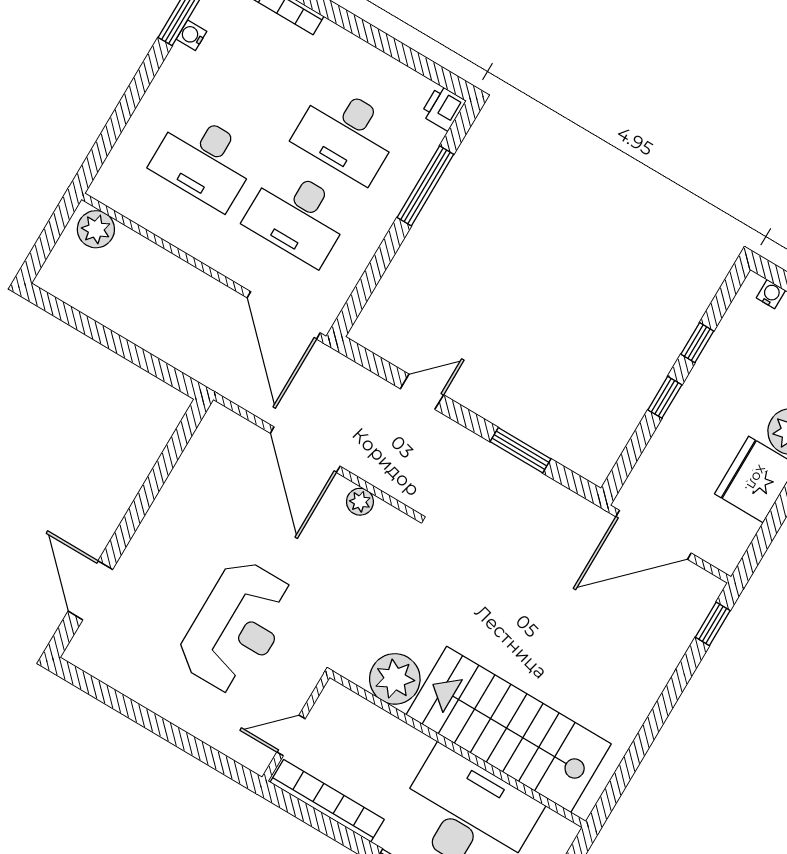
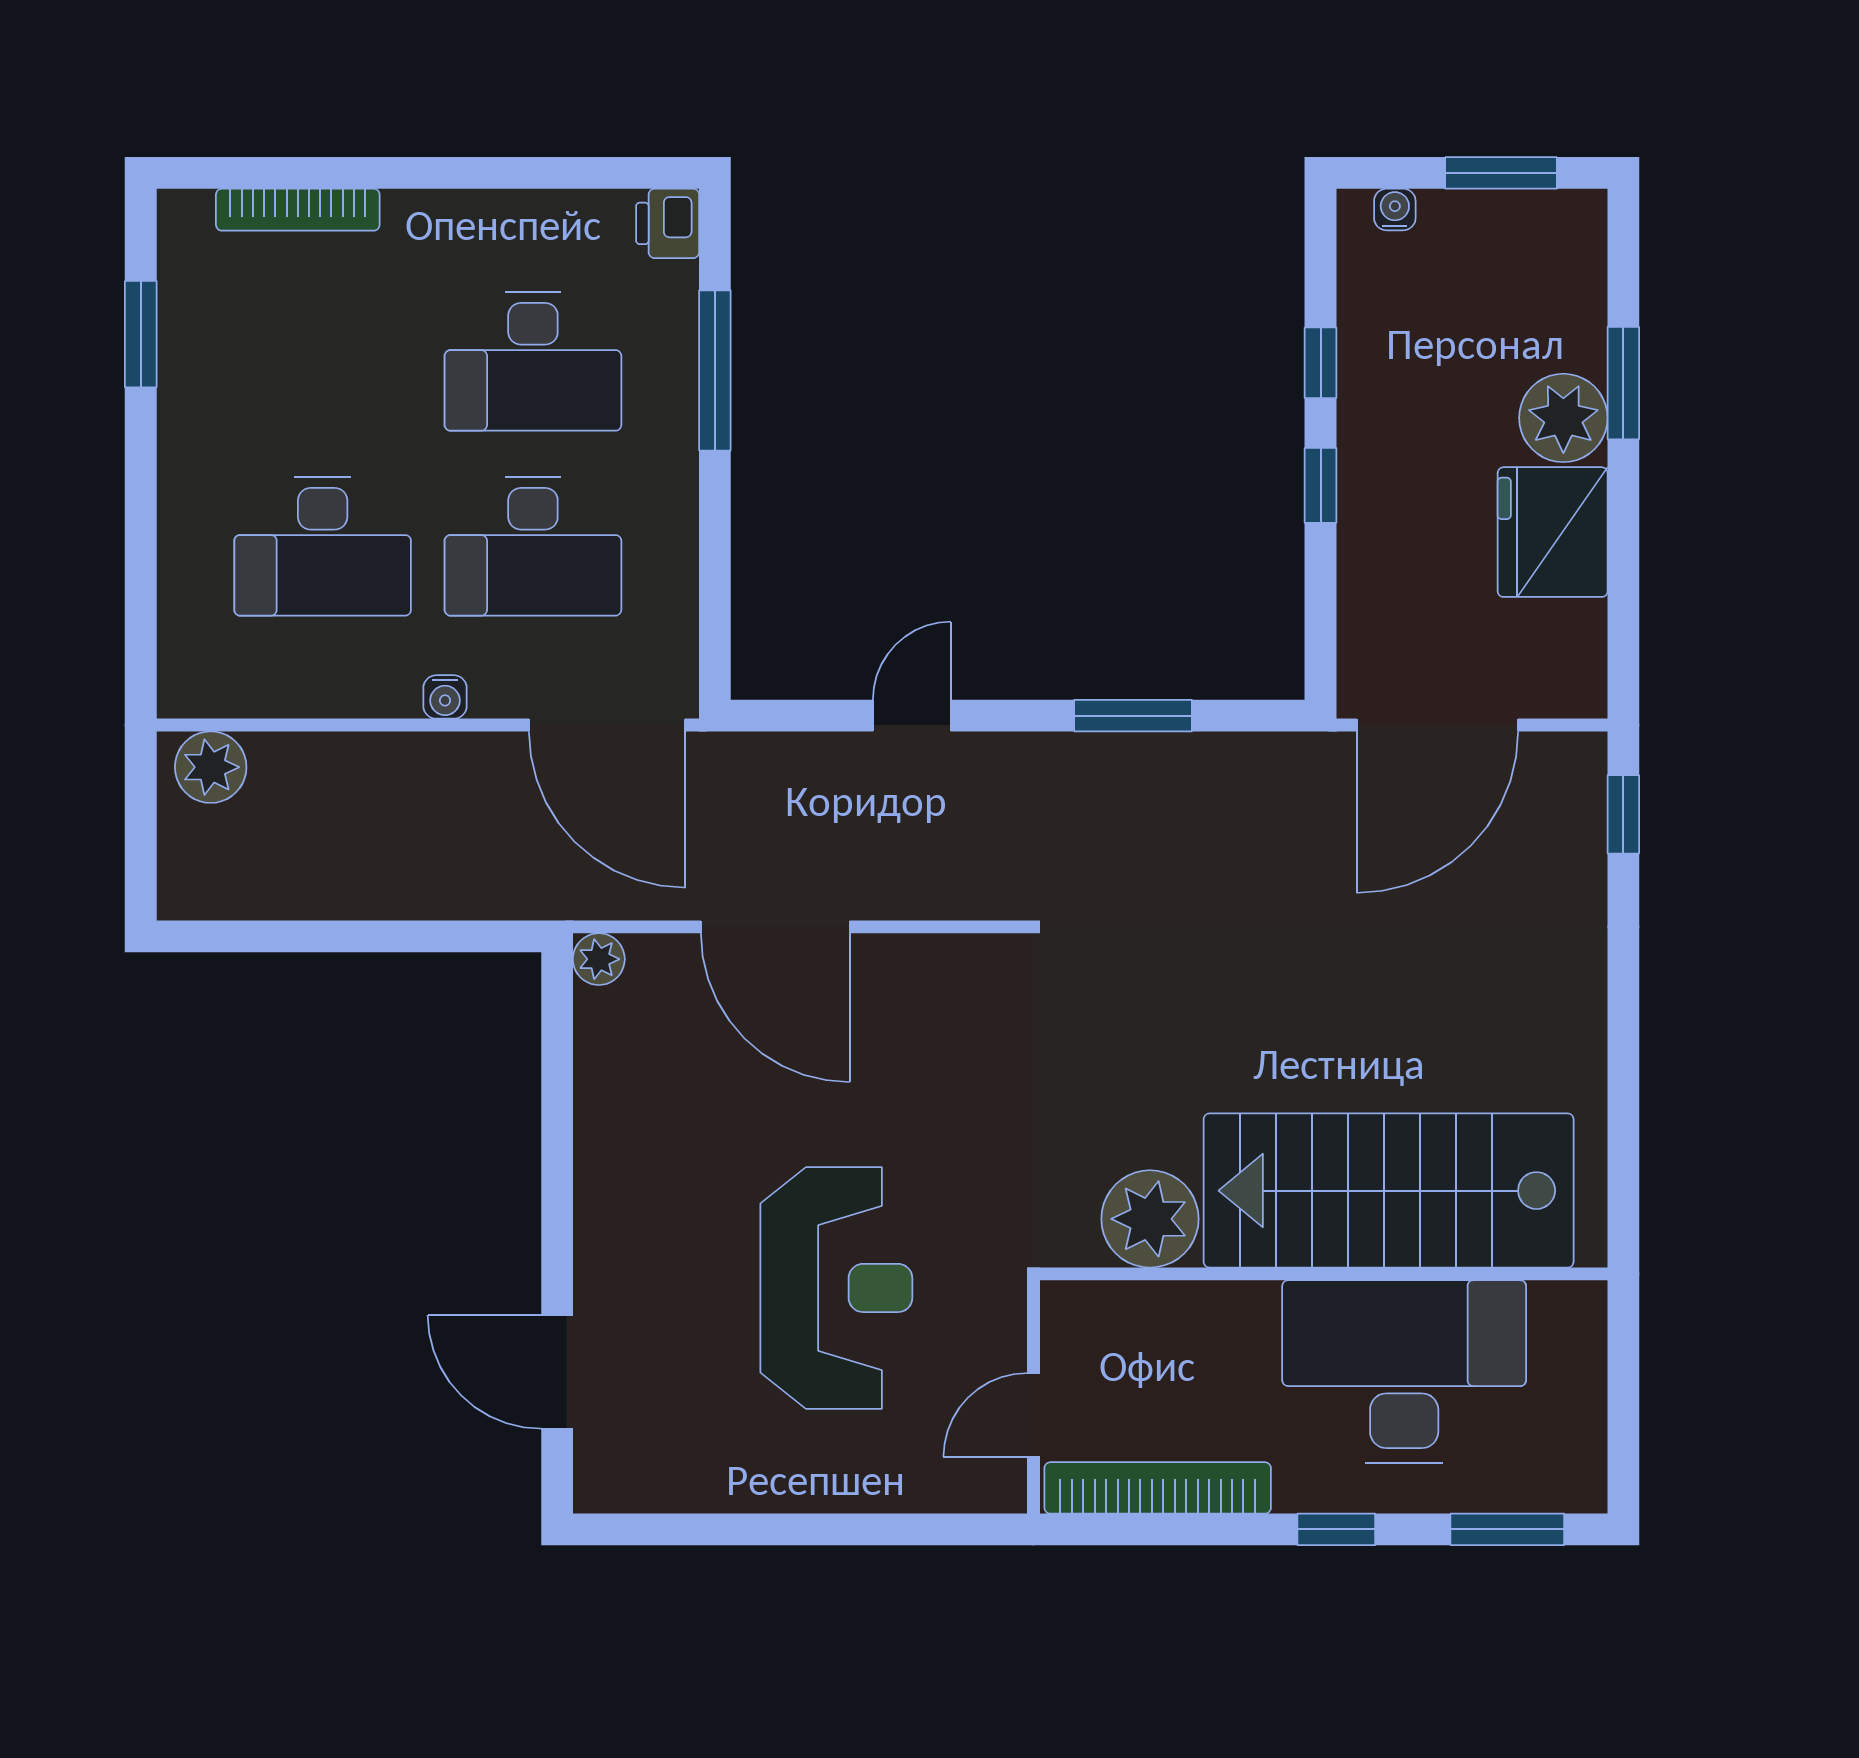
water cooler: (192, 35) -> (445, 697), moved, turned -90
plant: (360, 502) -> (599, 959), moved

